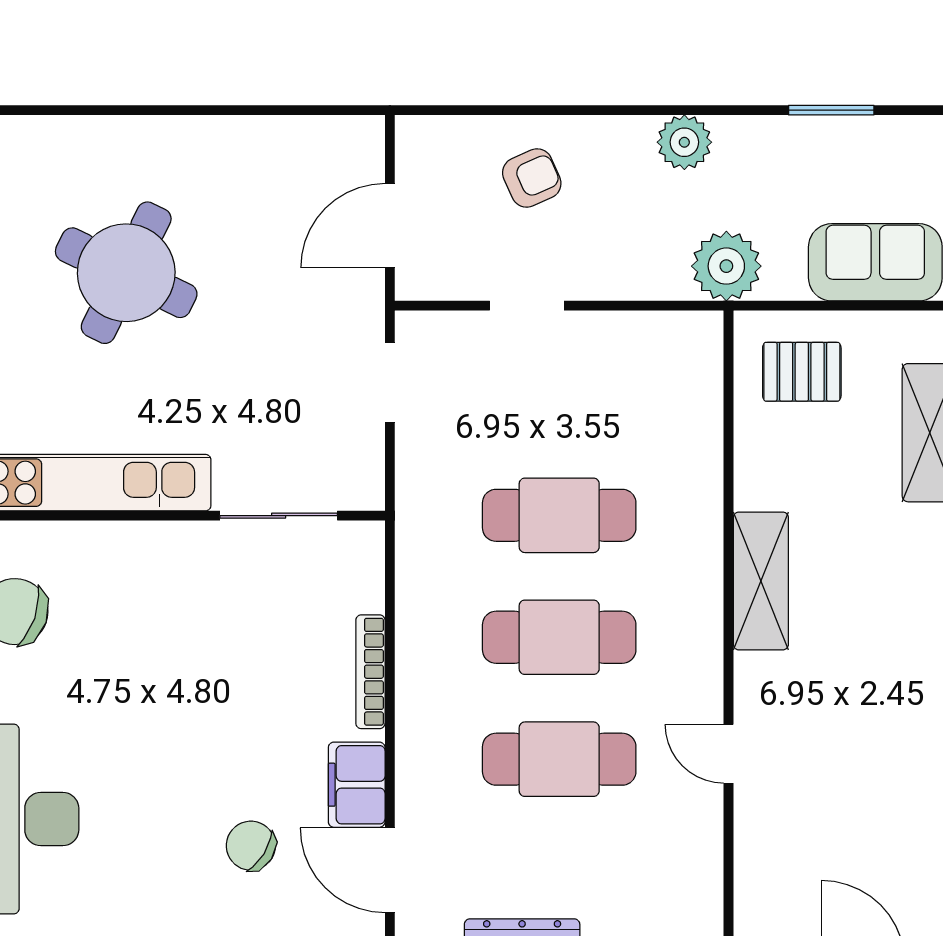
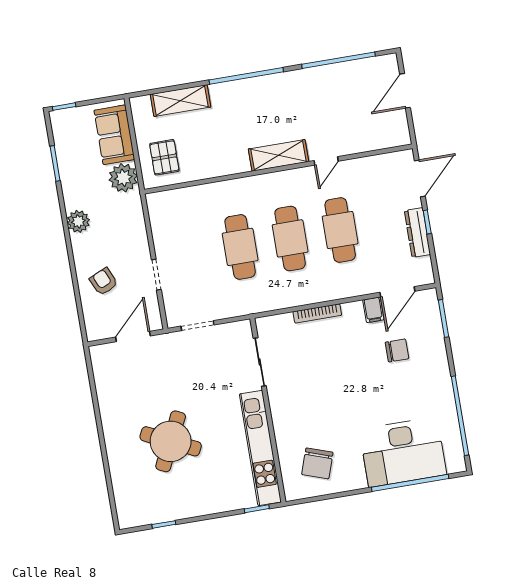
door: (390, 226) -> (133, 336), swing flipped
plant: (726, 266) -> (123, 178), moved
shelving: (761, 581) -> (279, 155), moved
filing cabinet: (357, 785) -> (373, 310), width x0.50
chair: (251, 846) -> (397, 350), turned -122

